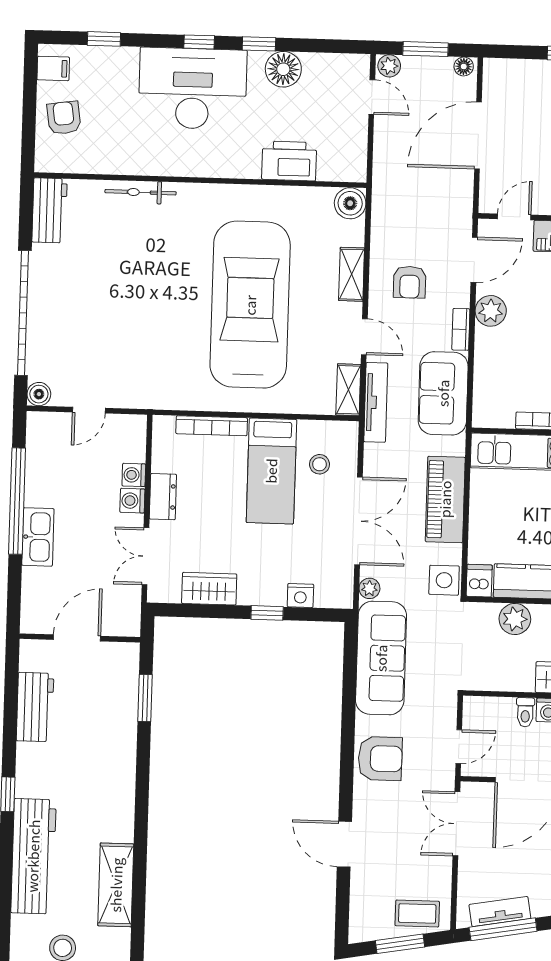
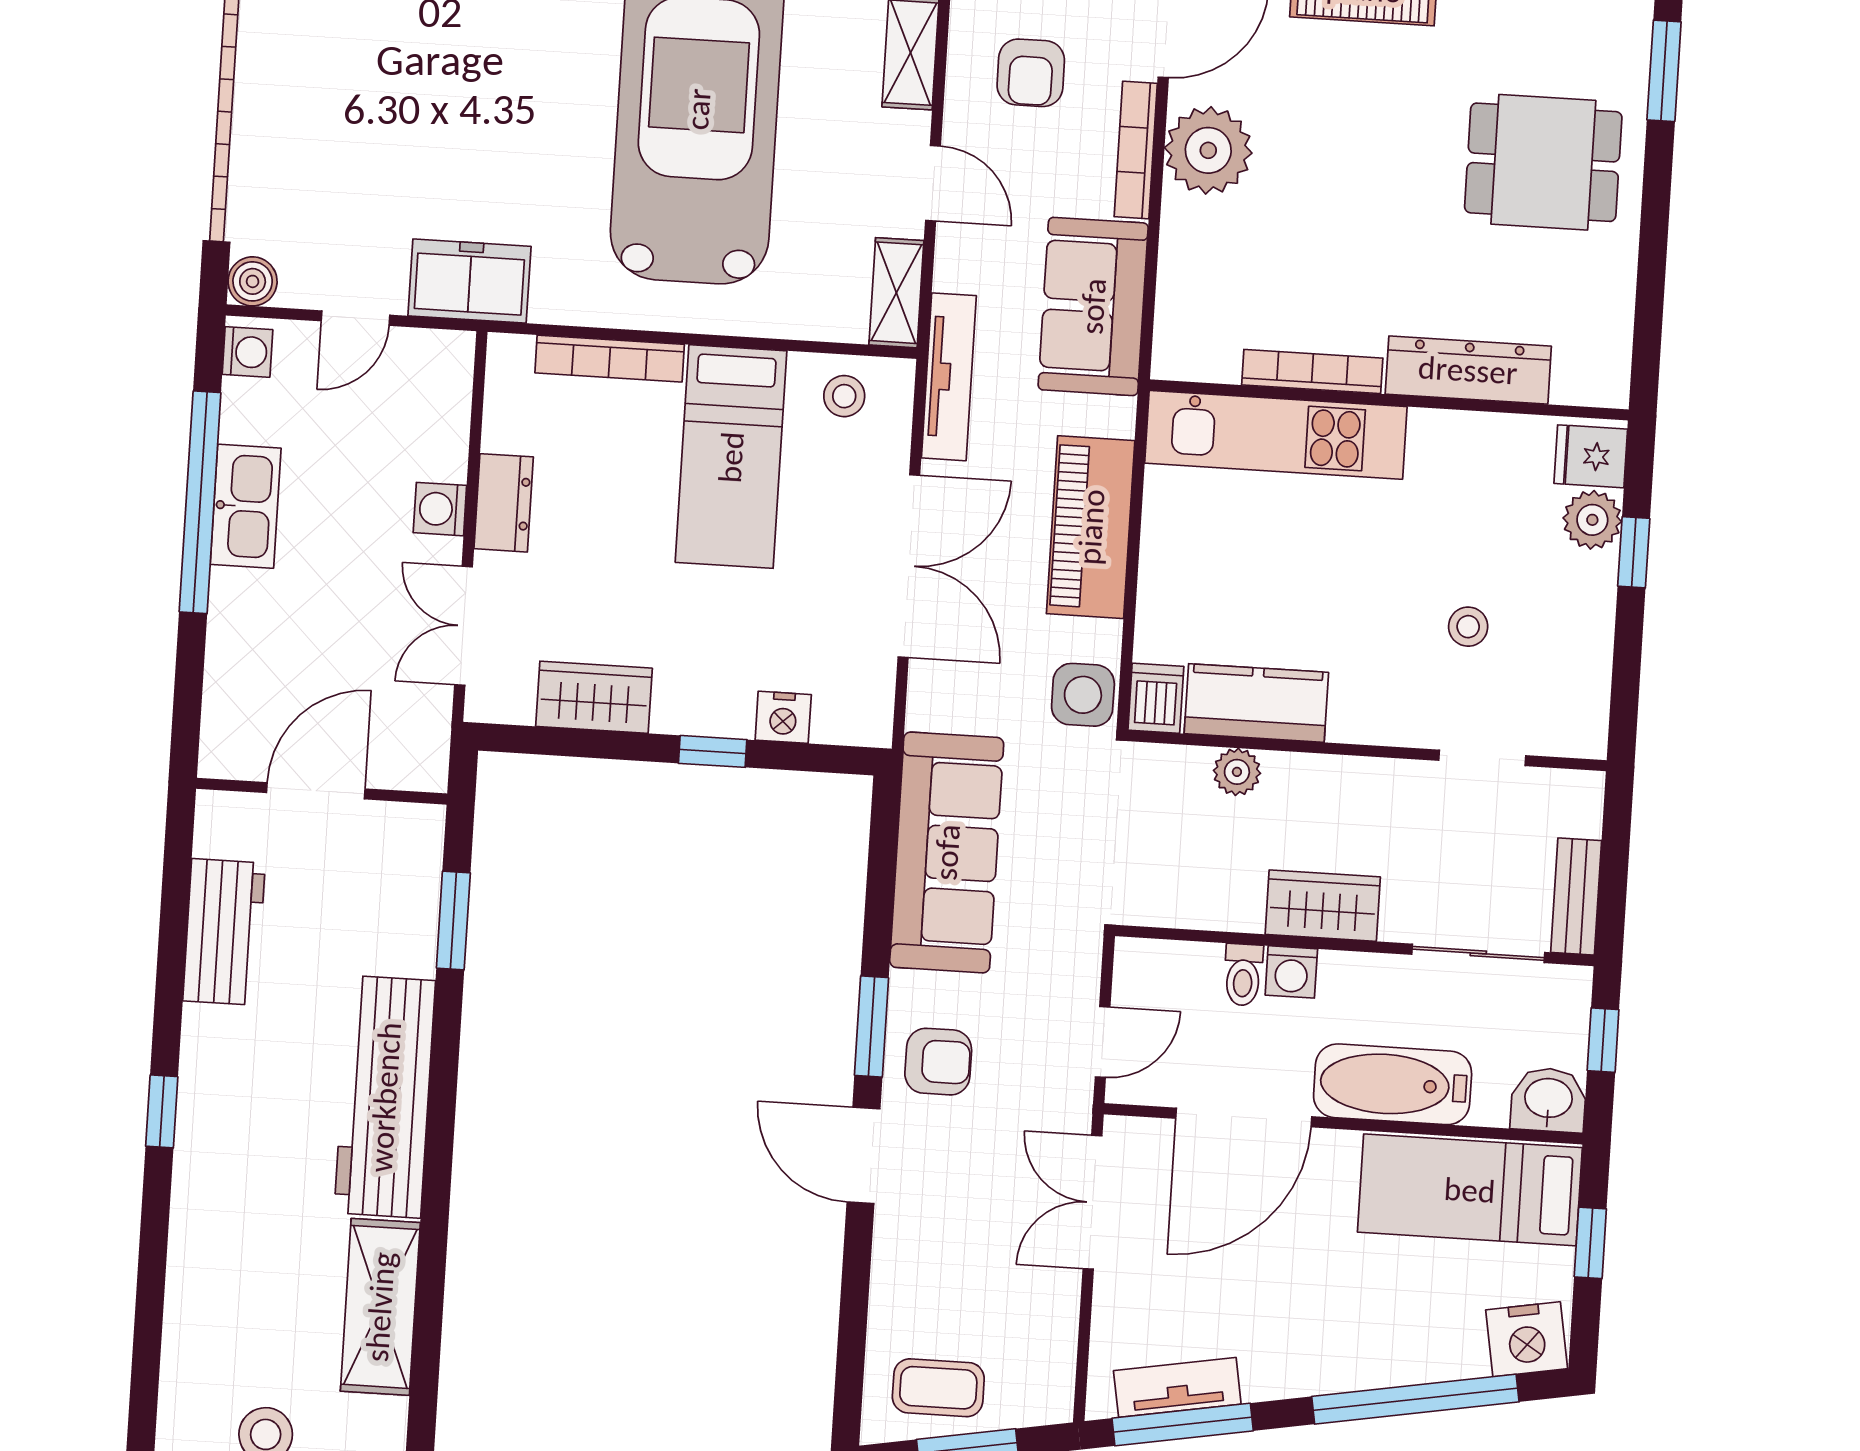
plant: (491, 311) -> (1208, 150), width x1.36, depth x1.36
bookcase: (461, 329) -> (1136, 150), width x1.56
freezer: (143, 391) -> (470, 281), added
tv unit: (376, 402) -> (949, 377), moved
stool: (320, 464) -> (844, 396), moved
washing machine: (134, 475) -> (247, 352), moved, turned 180
kitchen sink: (38, 537) -> (246, 506), moved
plant: (369, 588) -> (927, 707), removed
plant: (515, 619) -> (1237, 772), width x0.73, depth x0.73
window: (348, 743) -> (872, 1027), added
armchair: (380, 759) -> (938, 1062), width x0.72, depth x0.72
door: (344, 844) -> (863, 1155), moved
workbench: (33, 856) -> (385, 1097), moved, turned 180
coffee table: (417, 913) -> (938, 1388), moved

